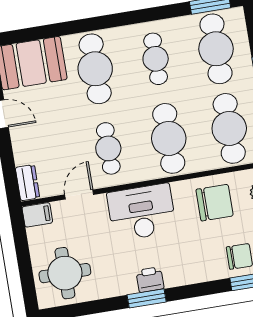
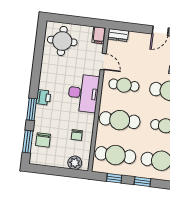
chair: (215, 203) -> (77, 135), width x0.54, depth x0.54
printer: (150, 280) -> (44, 97), moved
window: (147, 298) -> (32, 109), moved

